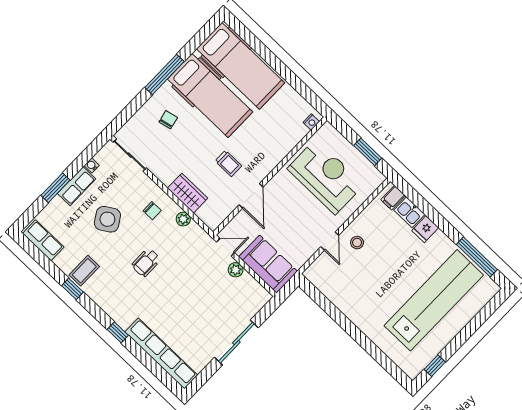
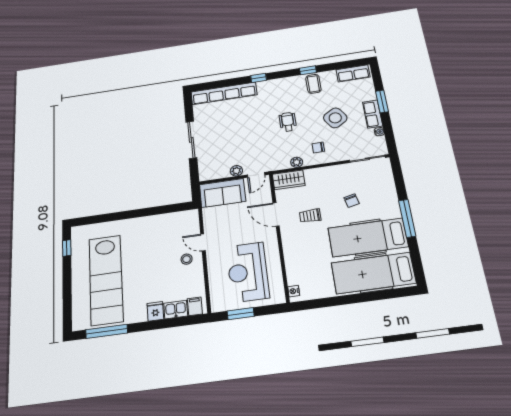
chair: (168, 120) -> (352, 201), moved
reception desk: (326, 177) -> (248, 272), turned 90
wardrobe: (188, 193) -> (289, 180), moved

